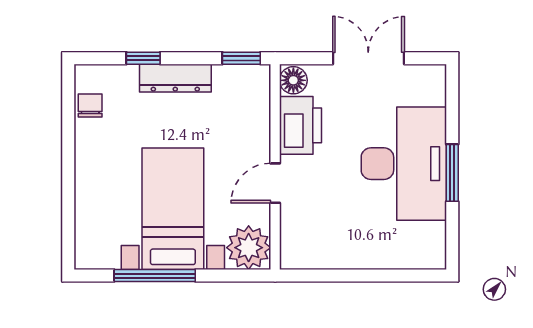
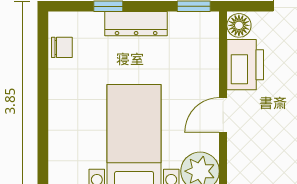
chair: (90, 106) -> (62, 47), turned 90

